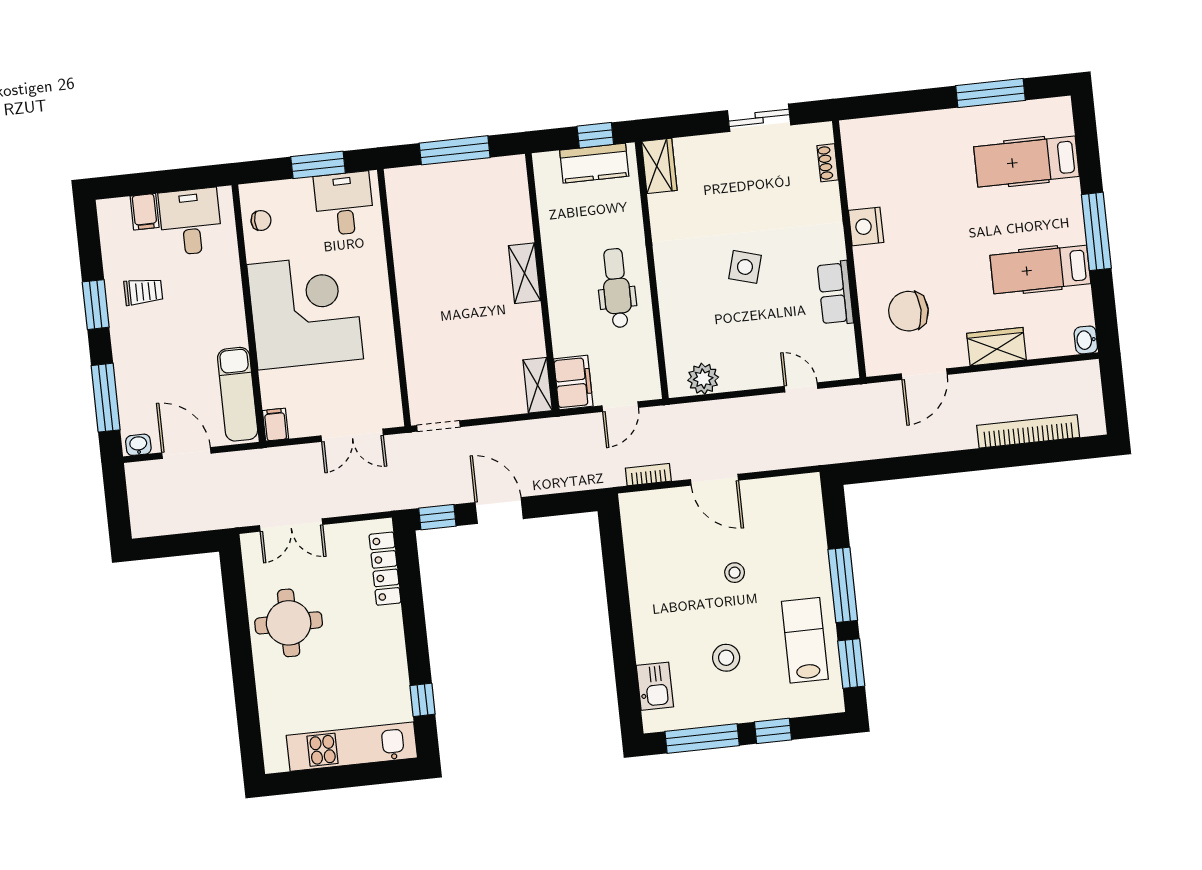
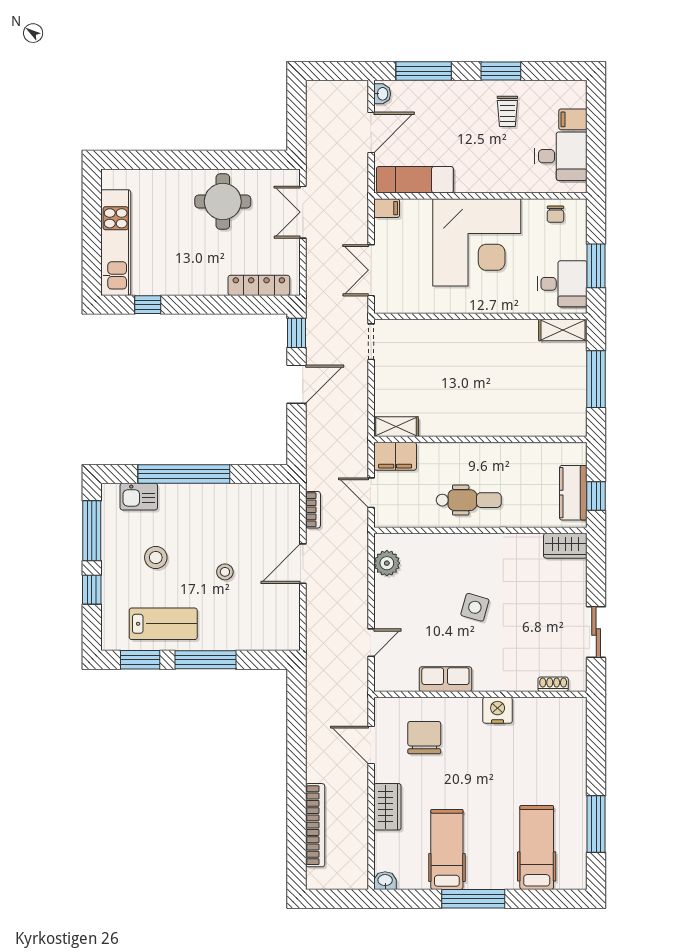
shelving: (525, 273) -> (563, 330), moved
window: (622, 635) -> (184, 474), added

